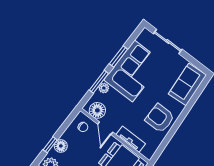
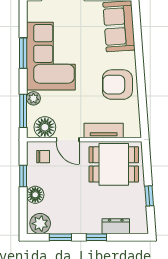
window: (99, 82) -> (23, 111), moved
window: (50, 145) -> (23, 176), moved

